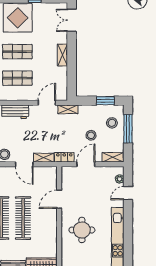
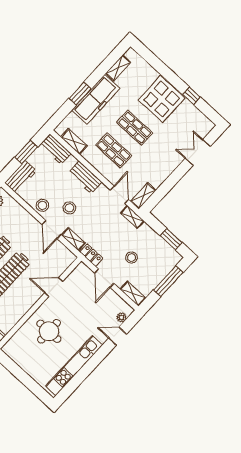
double door: (72, 20) -> (198, 152), moved
shelving: (62, 55) -> (143, 196), moved
door: (47, 103) -> (119, 195), hinge flipped
stool: (112, 123) -> (69, 208), moved
door: (86, 164) -> (104, 278), swing flipped

